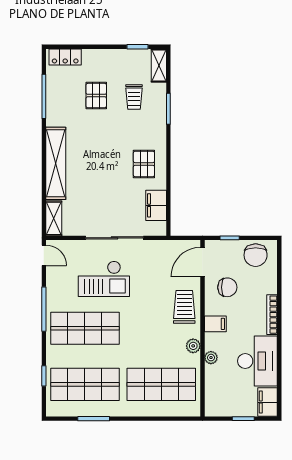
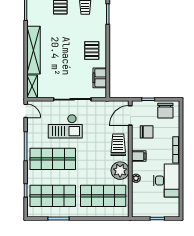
plant: (193, 346) -> (120, 171), width x1.88, depth x1.88
filing cabinet: (268, 402) -> (173, 208), removed

